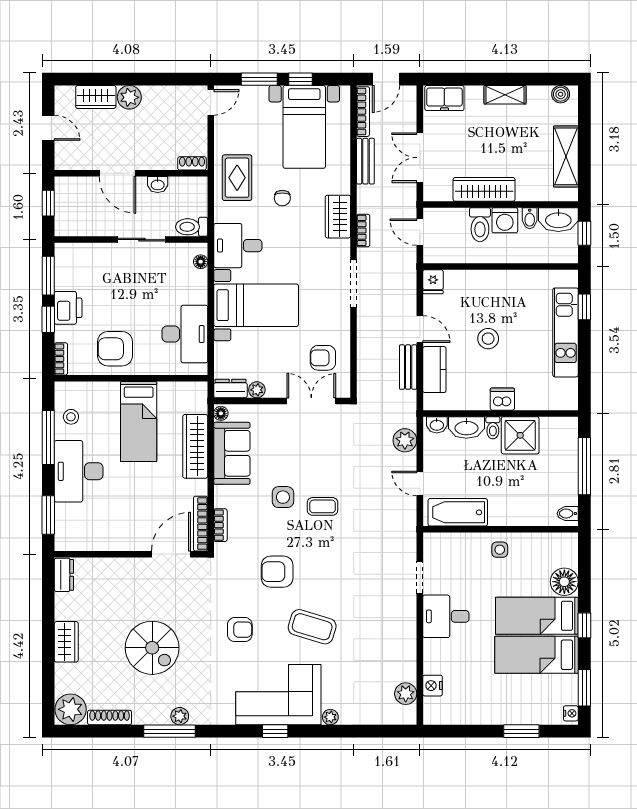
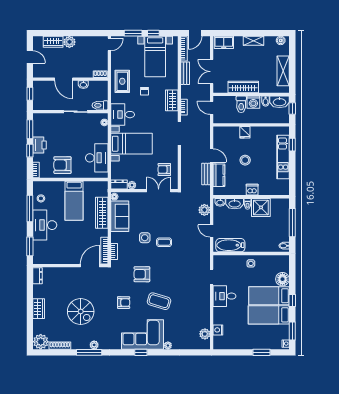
fridge: (433, 282) -> (245, 132), moved

